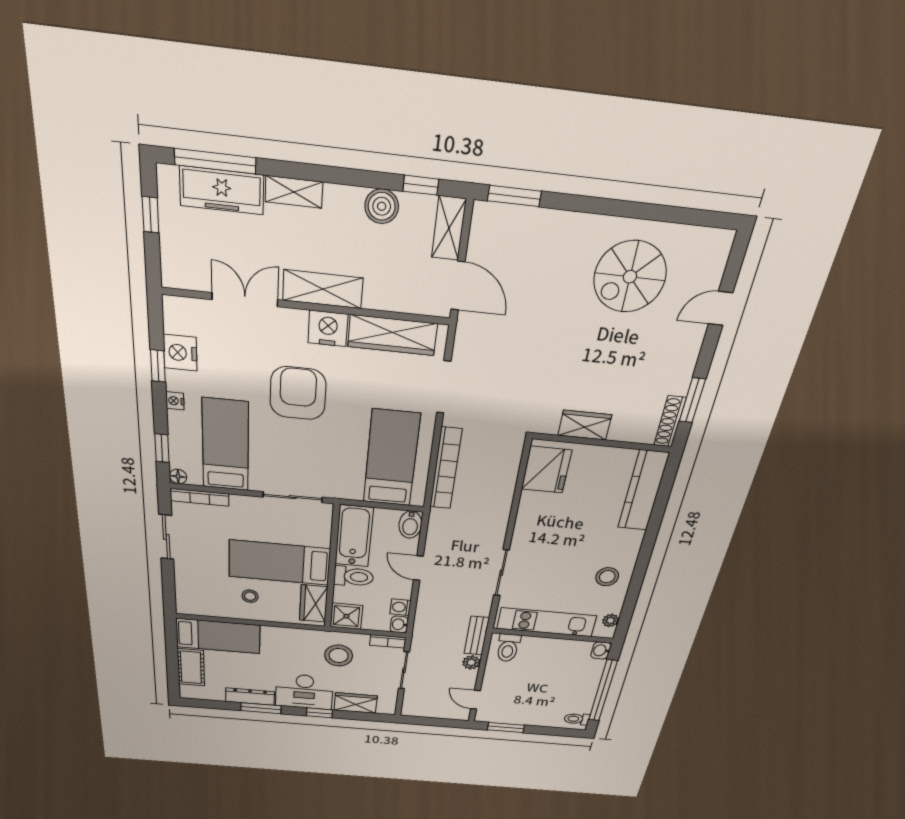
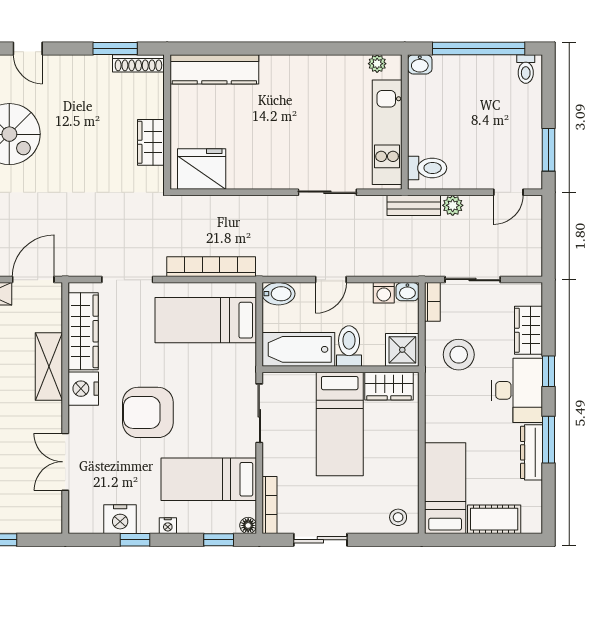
shelving: (323, 289) -> (49, 367), moved
stool: (607, 577) -> (320, 81), removed
stool: (250, 596) -> (398, 517), moved

